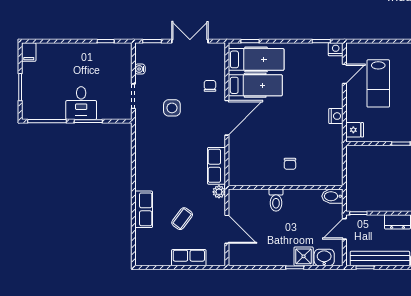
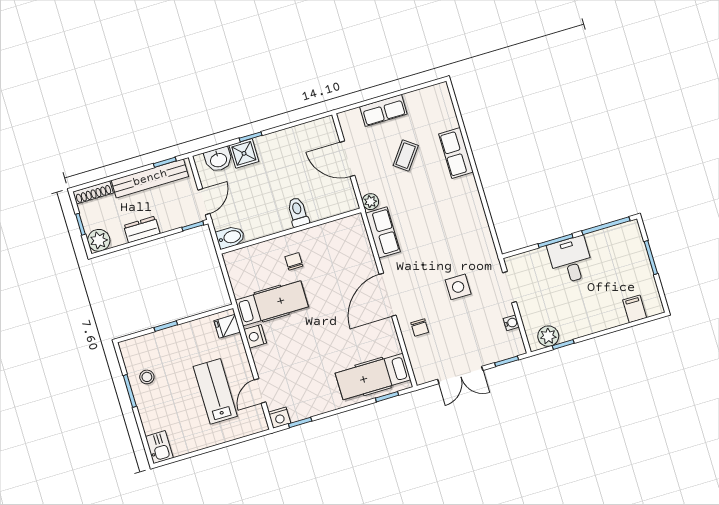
plant: (115, 51) -> (548, 336), added
filing cabinet: (29, 52) -> (635, 309), moved
hospital bed: (255, 85) -> (272, 303), moved, turned 180

